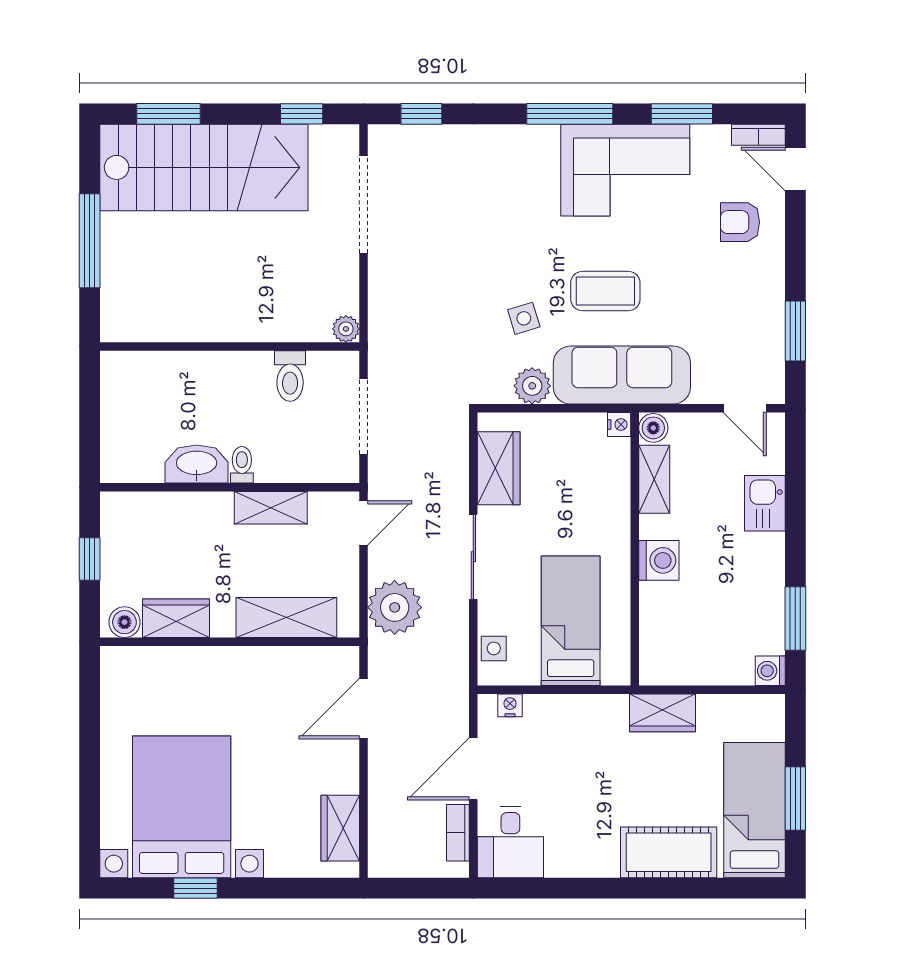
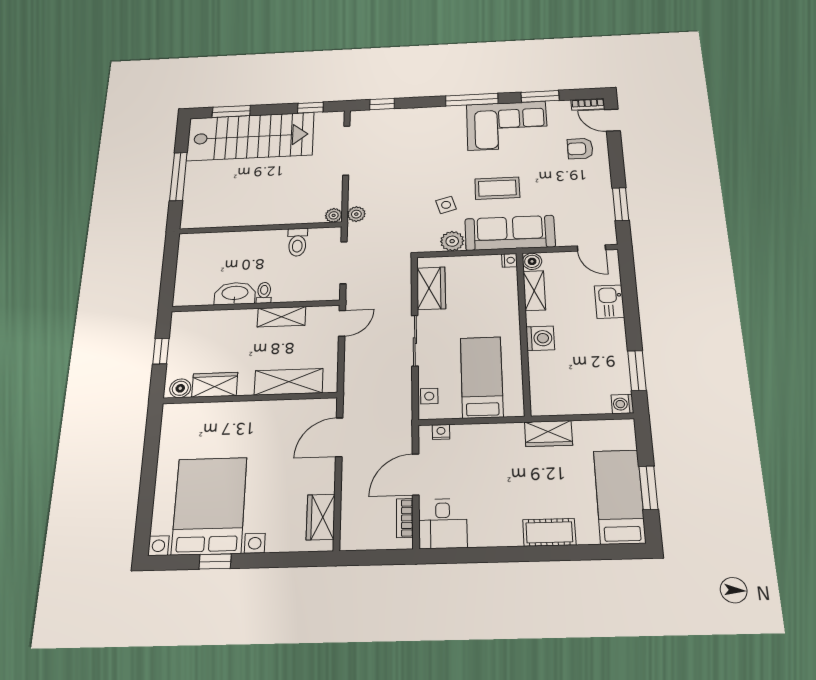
plant: (395, 607) -> (356, 214), moved, width x0.53, depth x0.53
cot: (669, 852) -> (549, 532), width x0.73, depth x0.75

